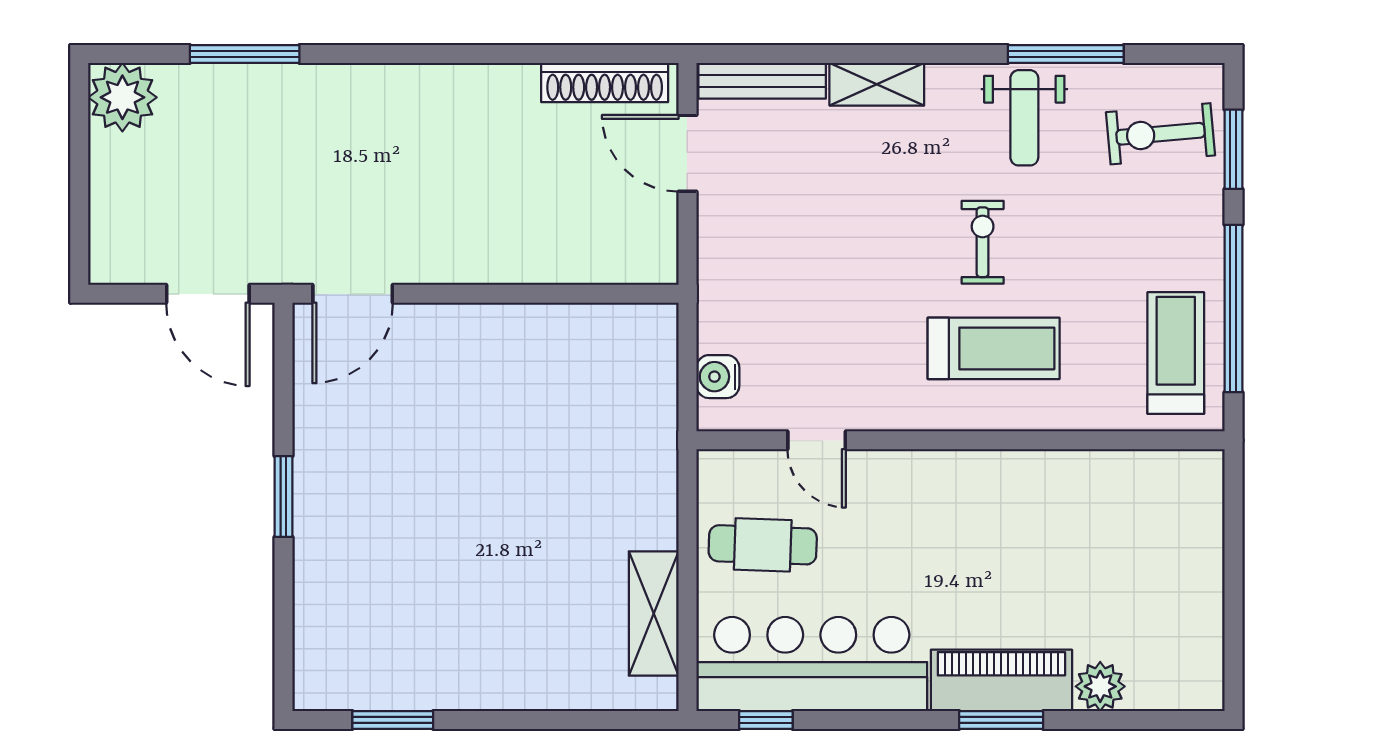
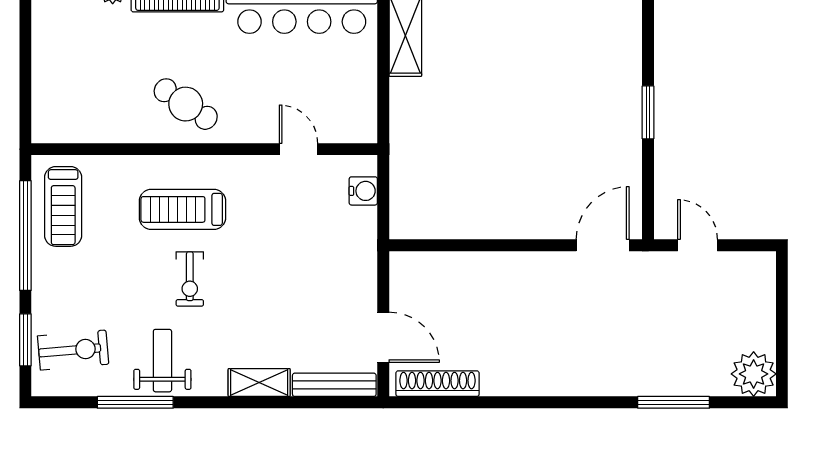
door: (208, 294) -> (698, 245), width x0.73
cafe table: (763, 545) -> (186, 104), moved, turned 32

